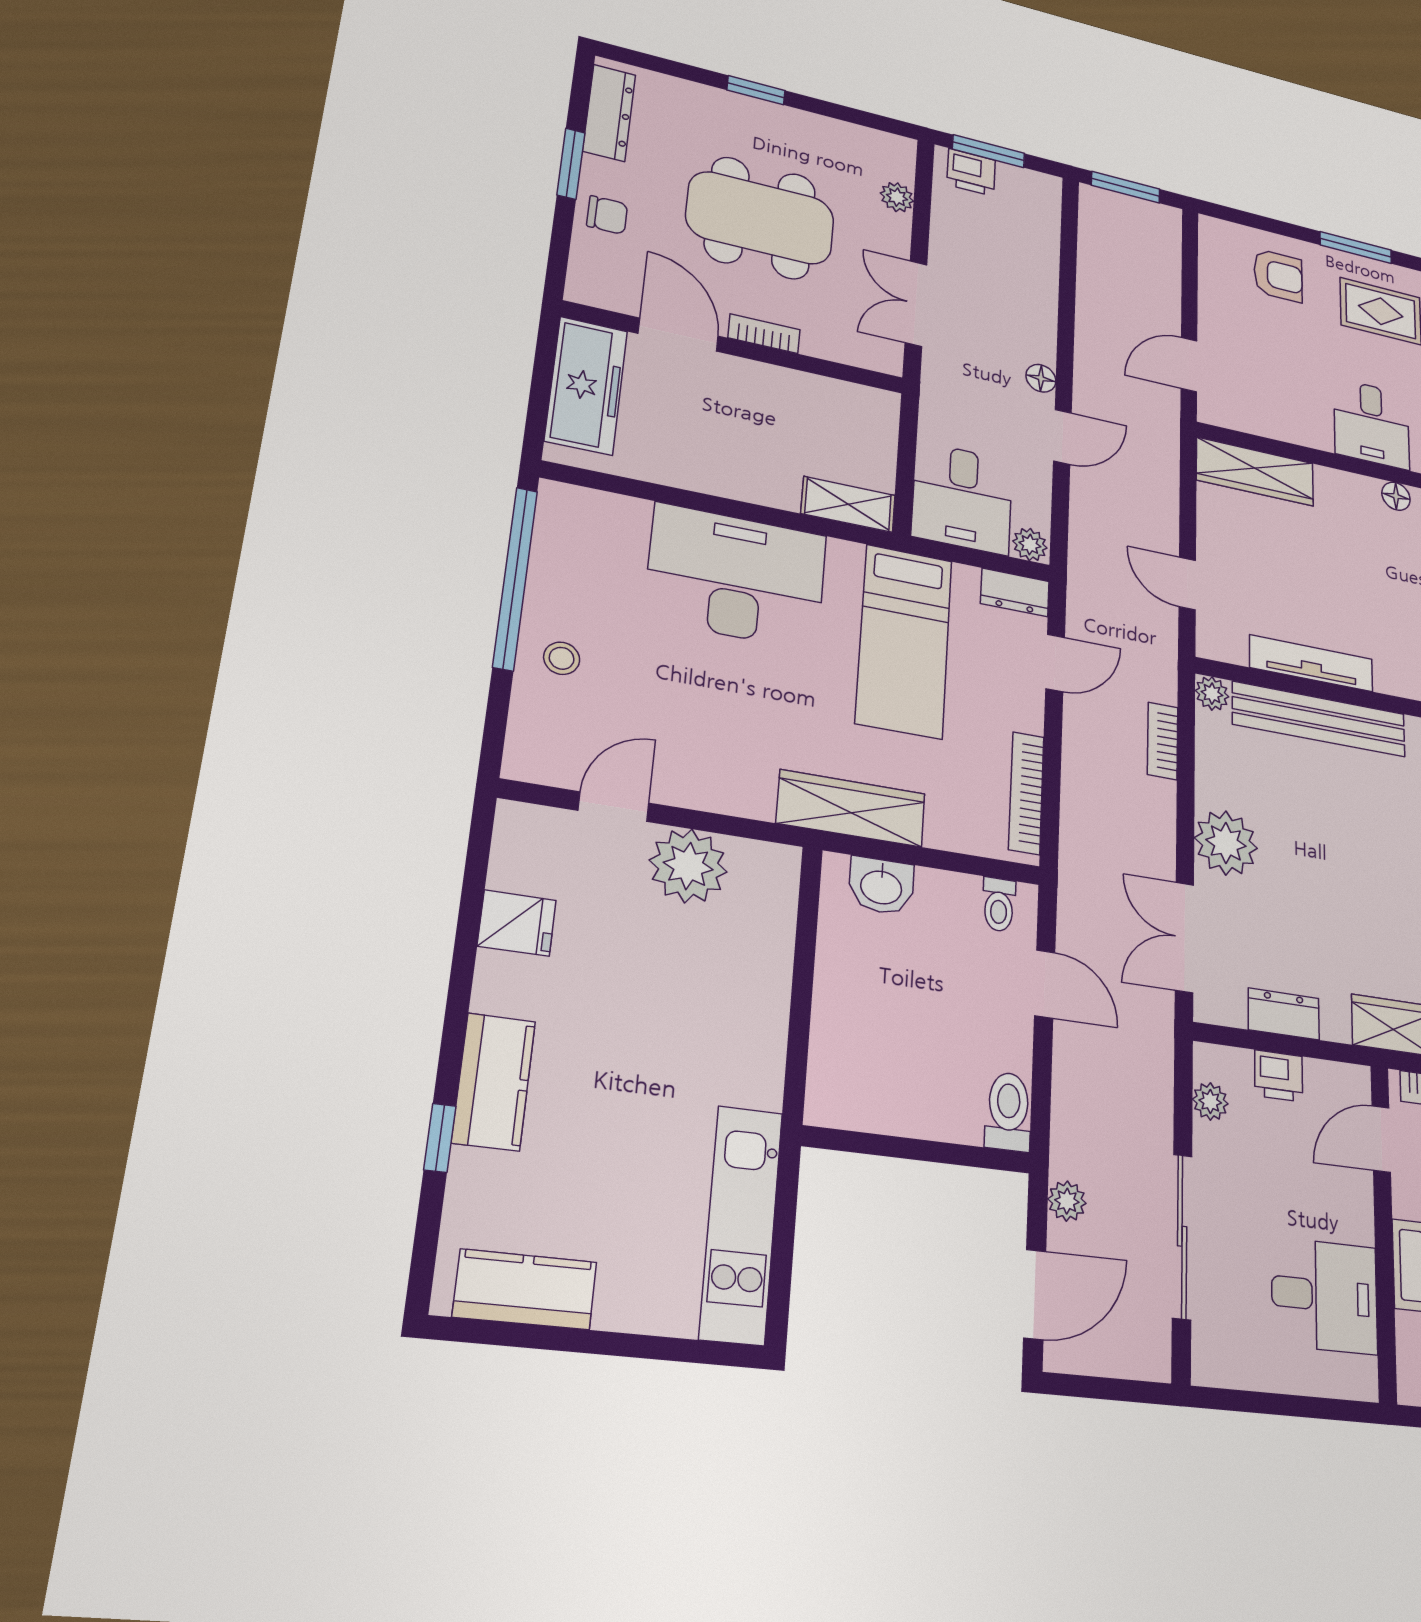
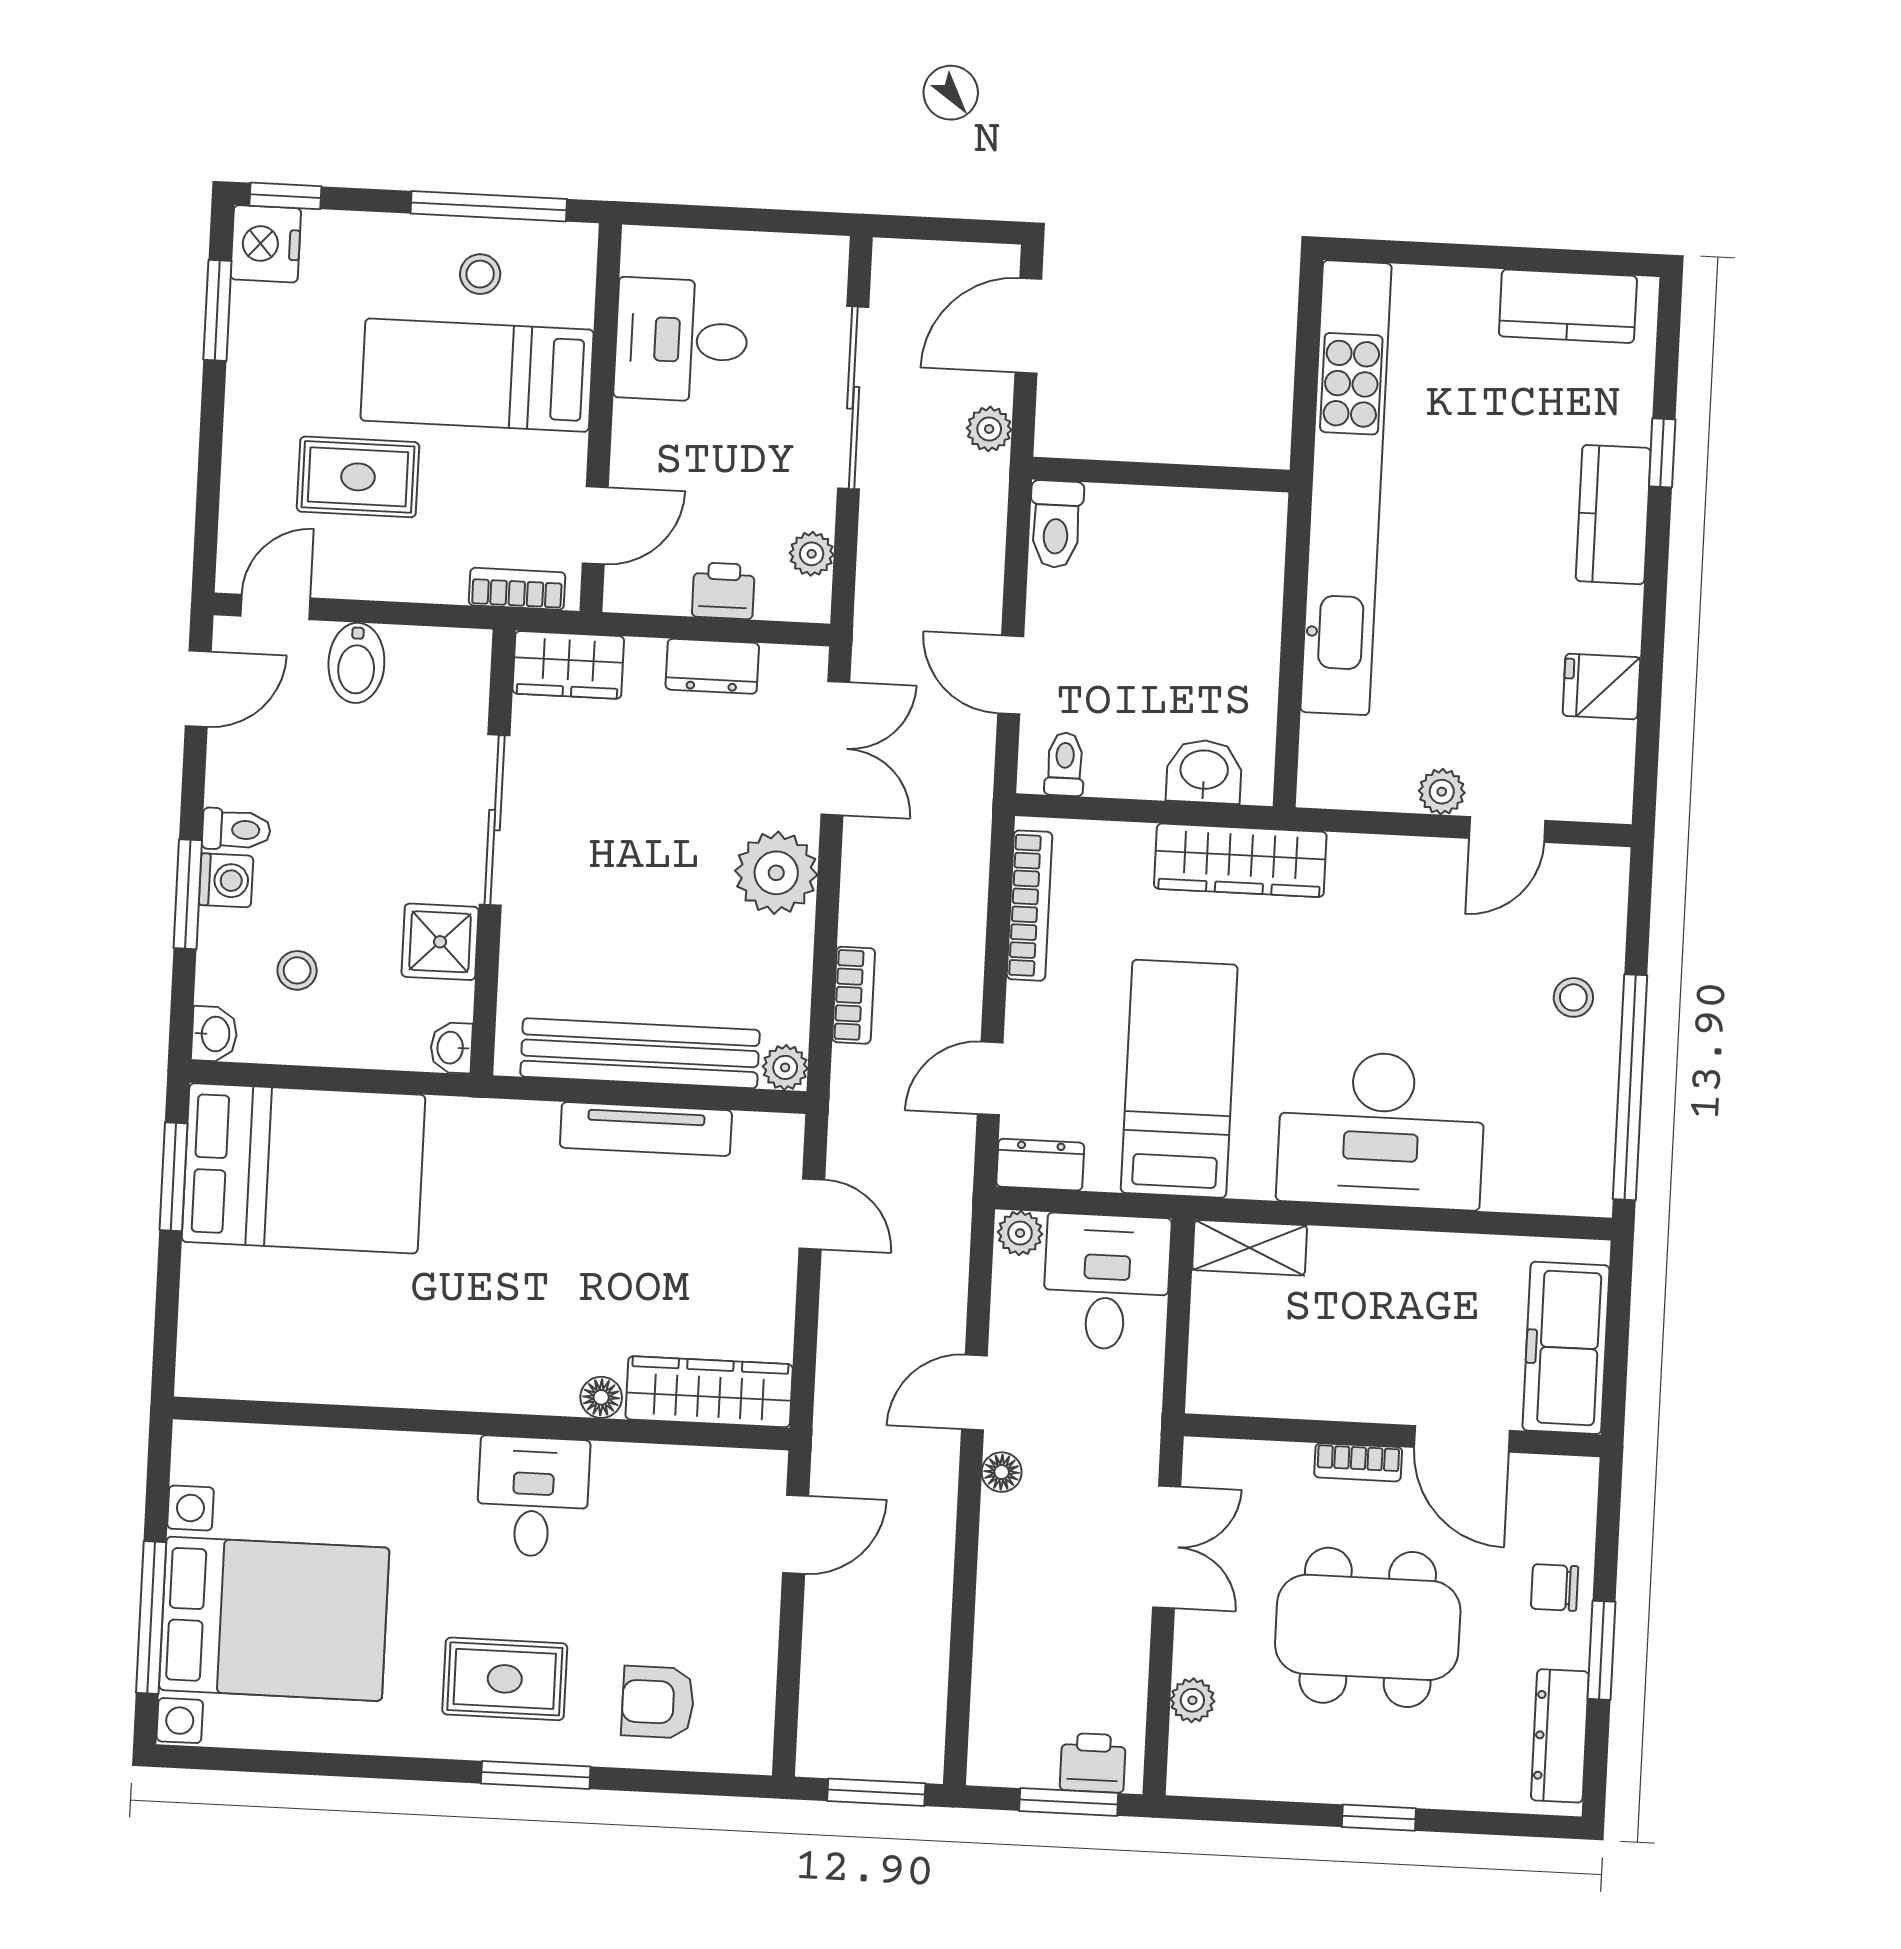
floor lamp: (1396, 496) -> (601, 1397), moved
plant: (688, 866) -> (1442, 792), width x0.53, depth x0.53
kitchen unit: (741, 1224) -> (1346, 488), width x1.86

